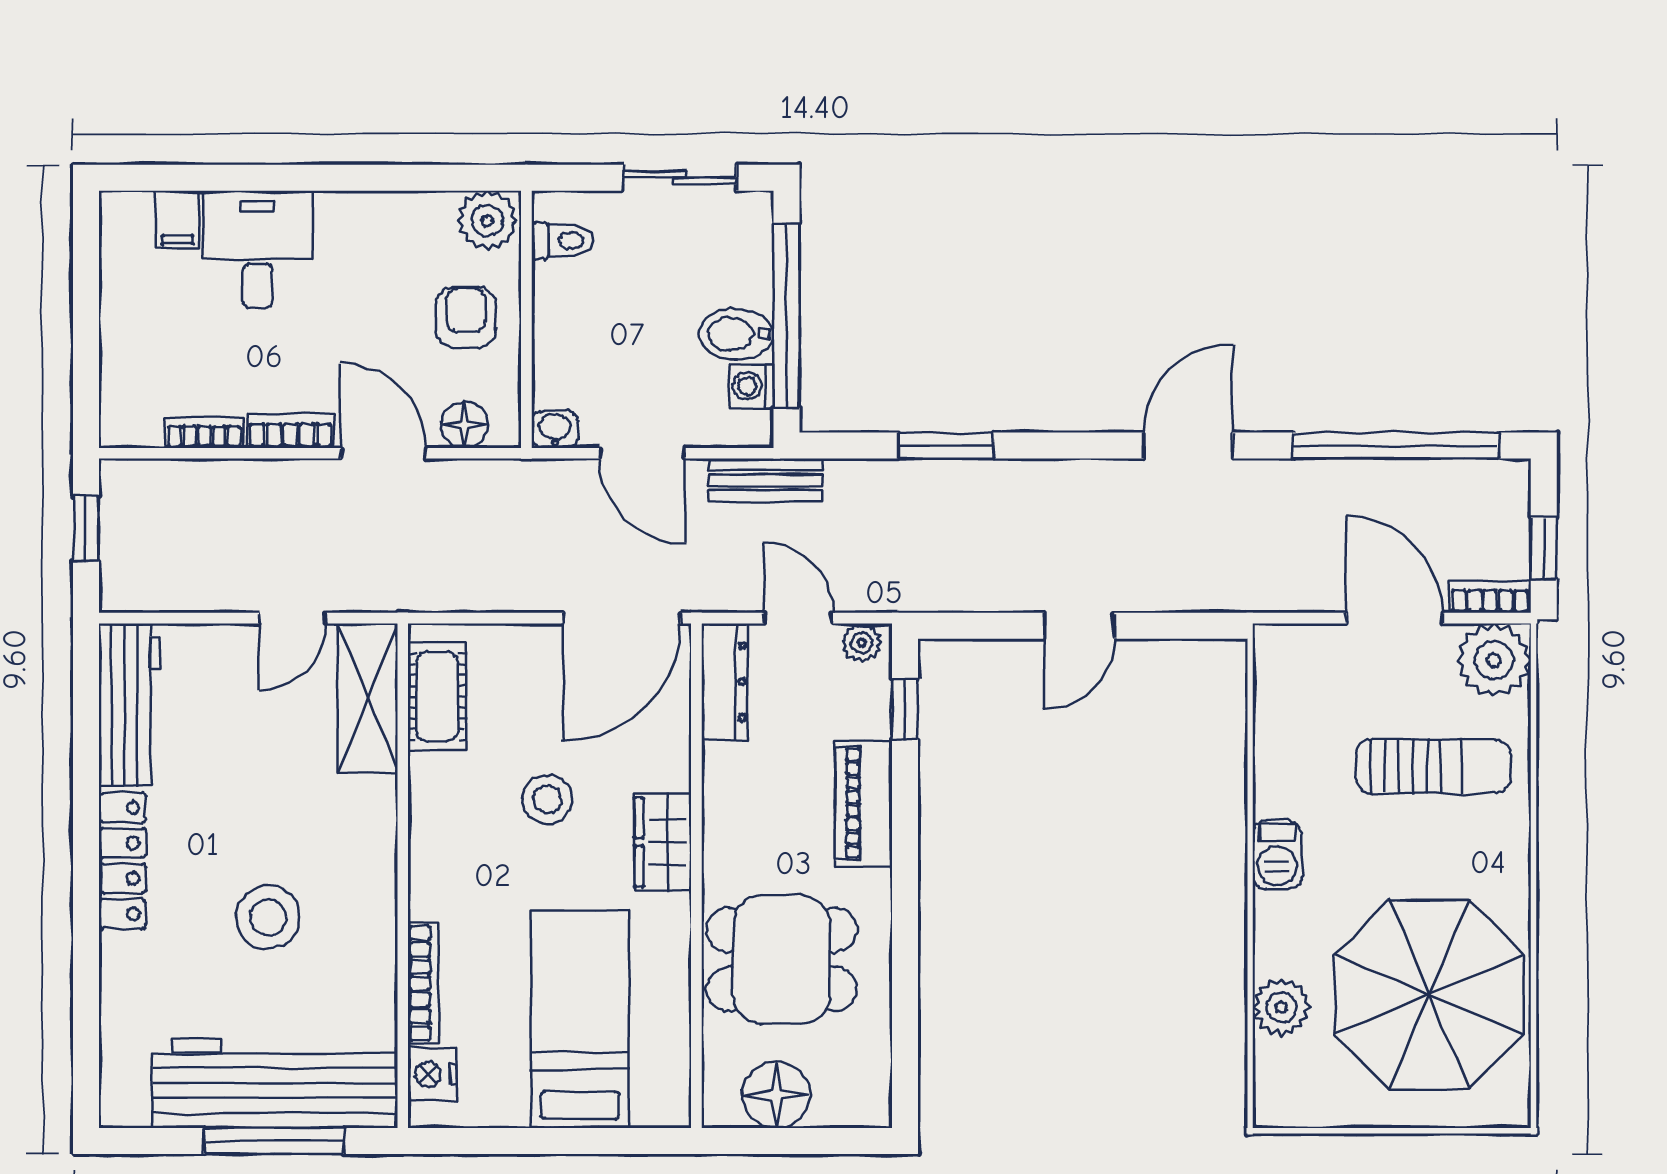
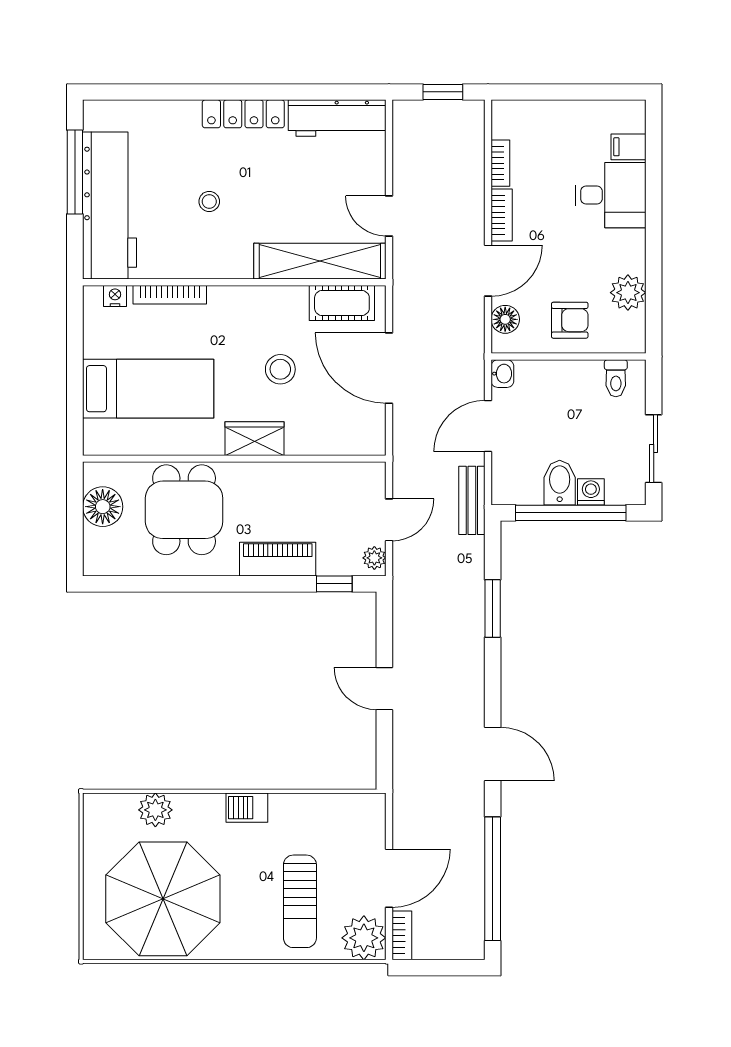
plant: (487, 220) -> (628, 293), moved
washing machine: (752, 386) -> (591, 492), moved
window: (1544, 548) -> (431, 968), removed
door: (622, 618) -> (389, 368), moved
dresser: (724, 682) -> (351, 476), removed
shelving: (368, 698) -> (320, 261), width x1.47
stool: (268, 917) -> (209, 201), width x0.53, depth x0.53
nightstand: (432, 1074) -> (115, 296), width x0.72, depth x0.74
window: (274, 1141) -> (75, 172), moved

